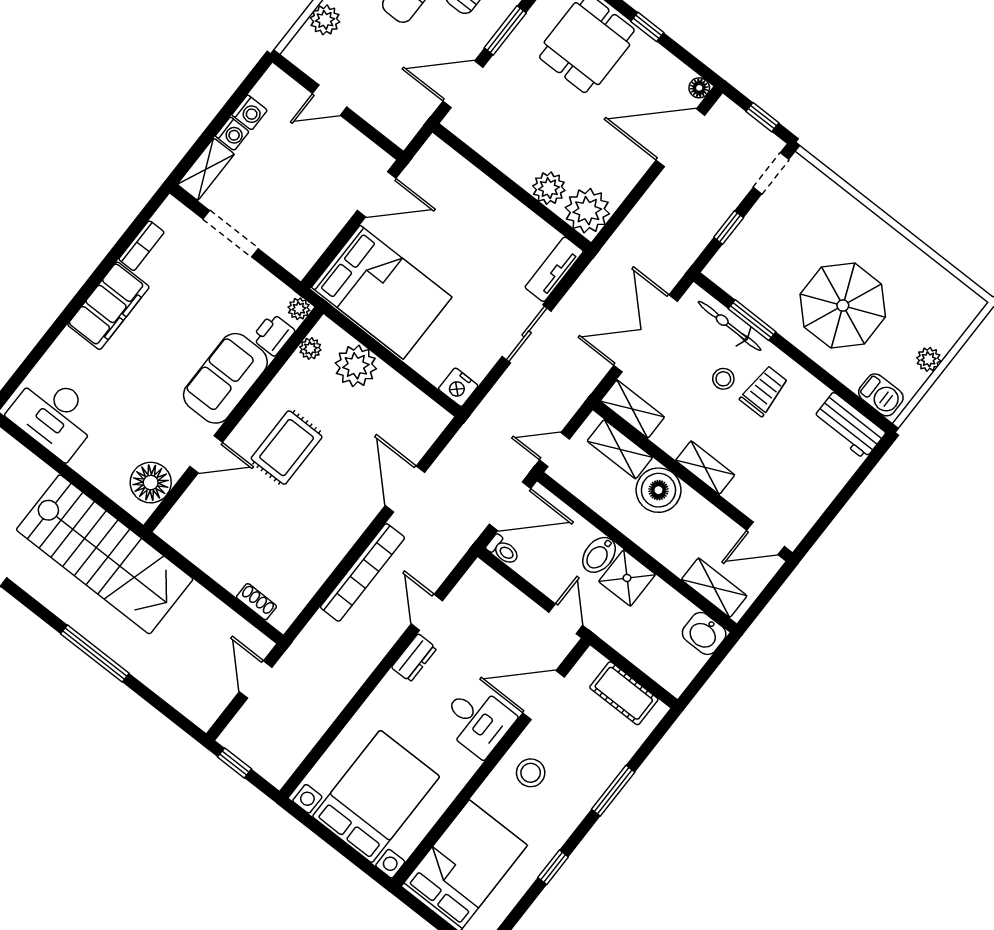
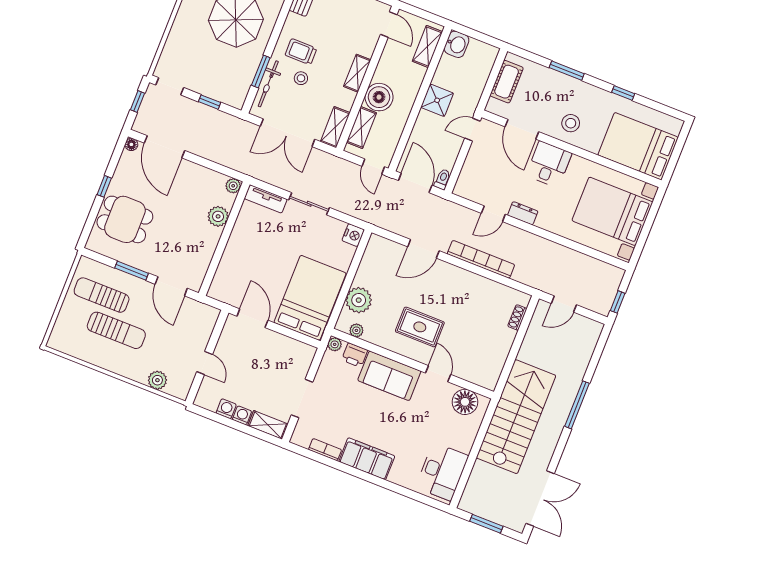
plant: (587, 211) -> (233, 186), width x0.53, depth x0.53
bidet: (599, 555) -> (428, 121), removed

